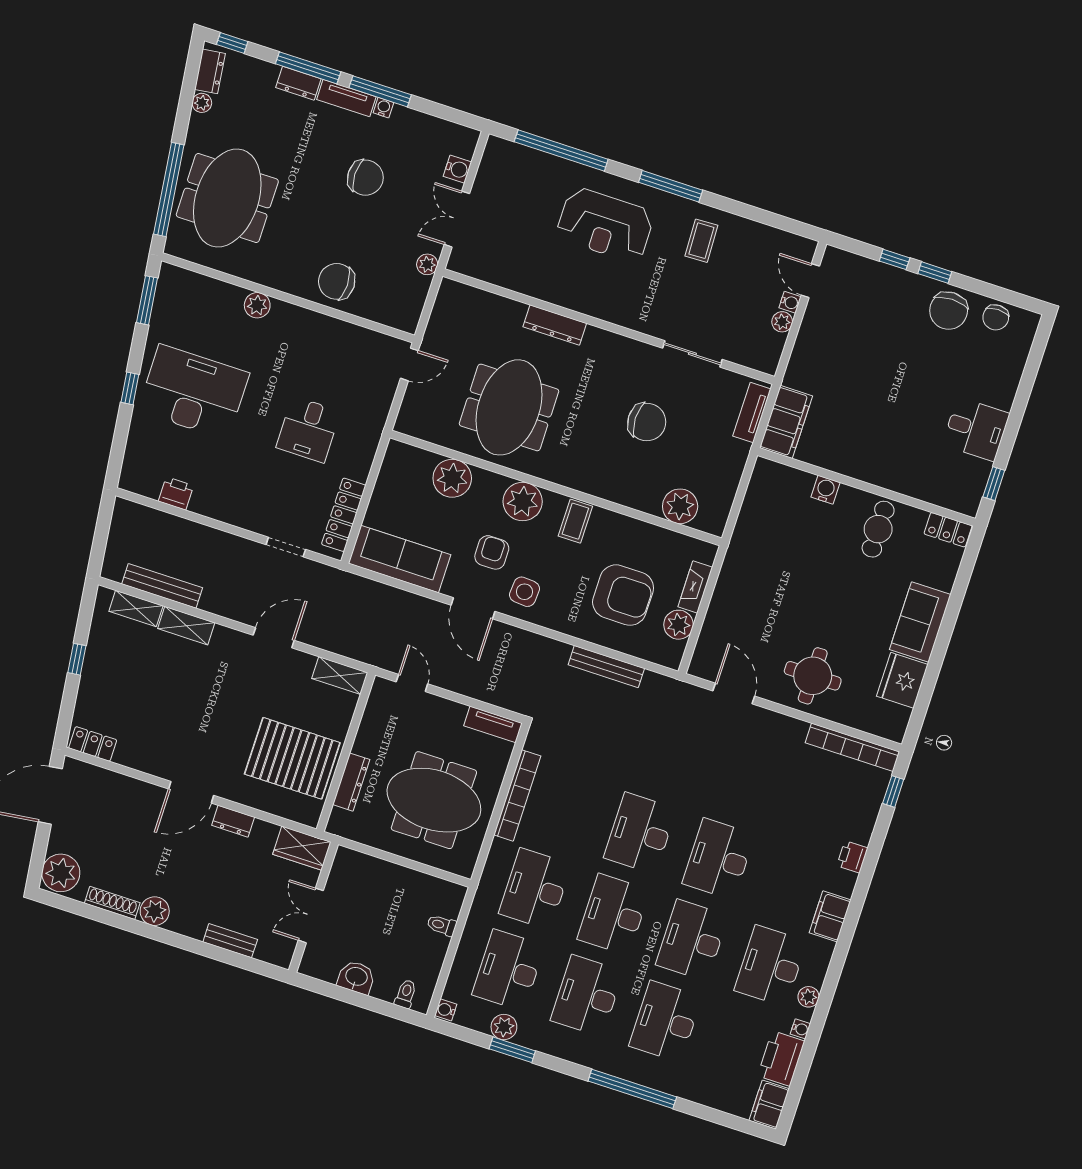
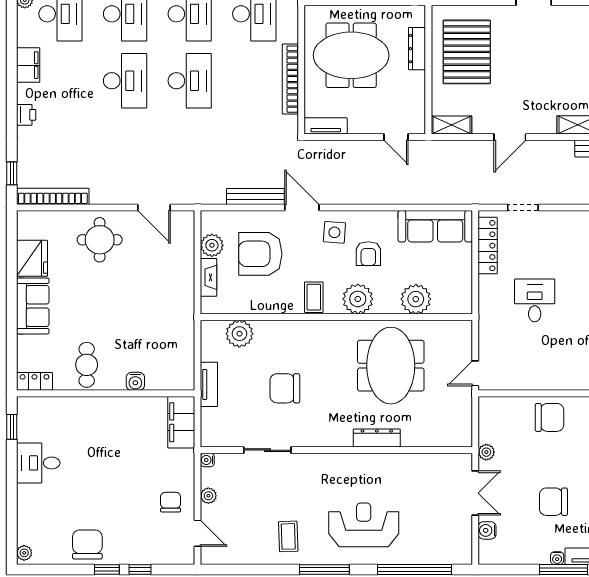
water cooler: (790, 302) -> (207, 460), moved
chair: (996, 317) -> (171, 502), moved
plant: (1029, 325) -> (24, 553), added
tv unit: (752, 412) -> (209, 384), moved
door: (473, 608) -> (302, 208), moved
pallet: (292, 758) -> (467, 52), turned 90

